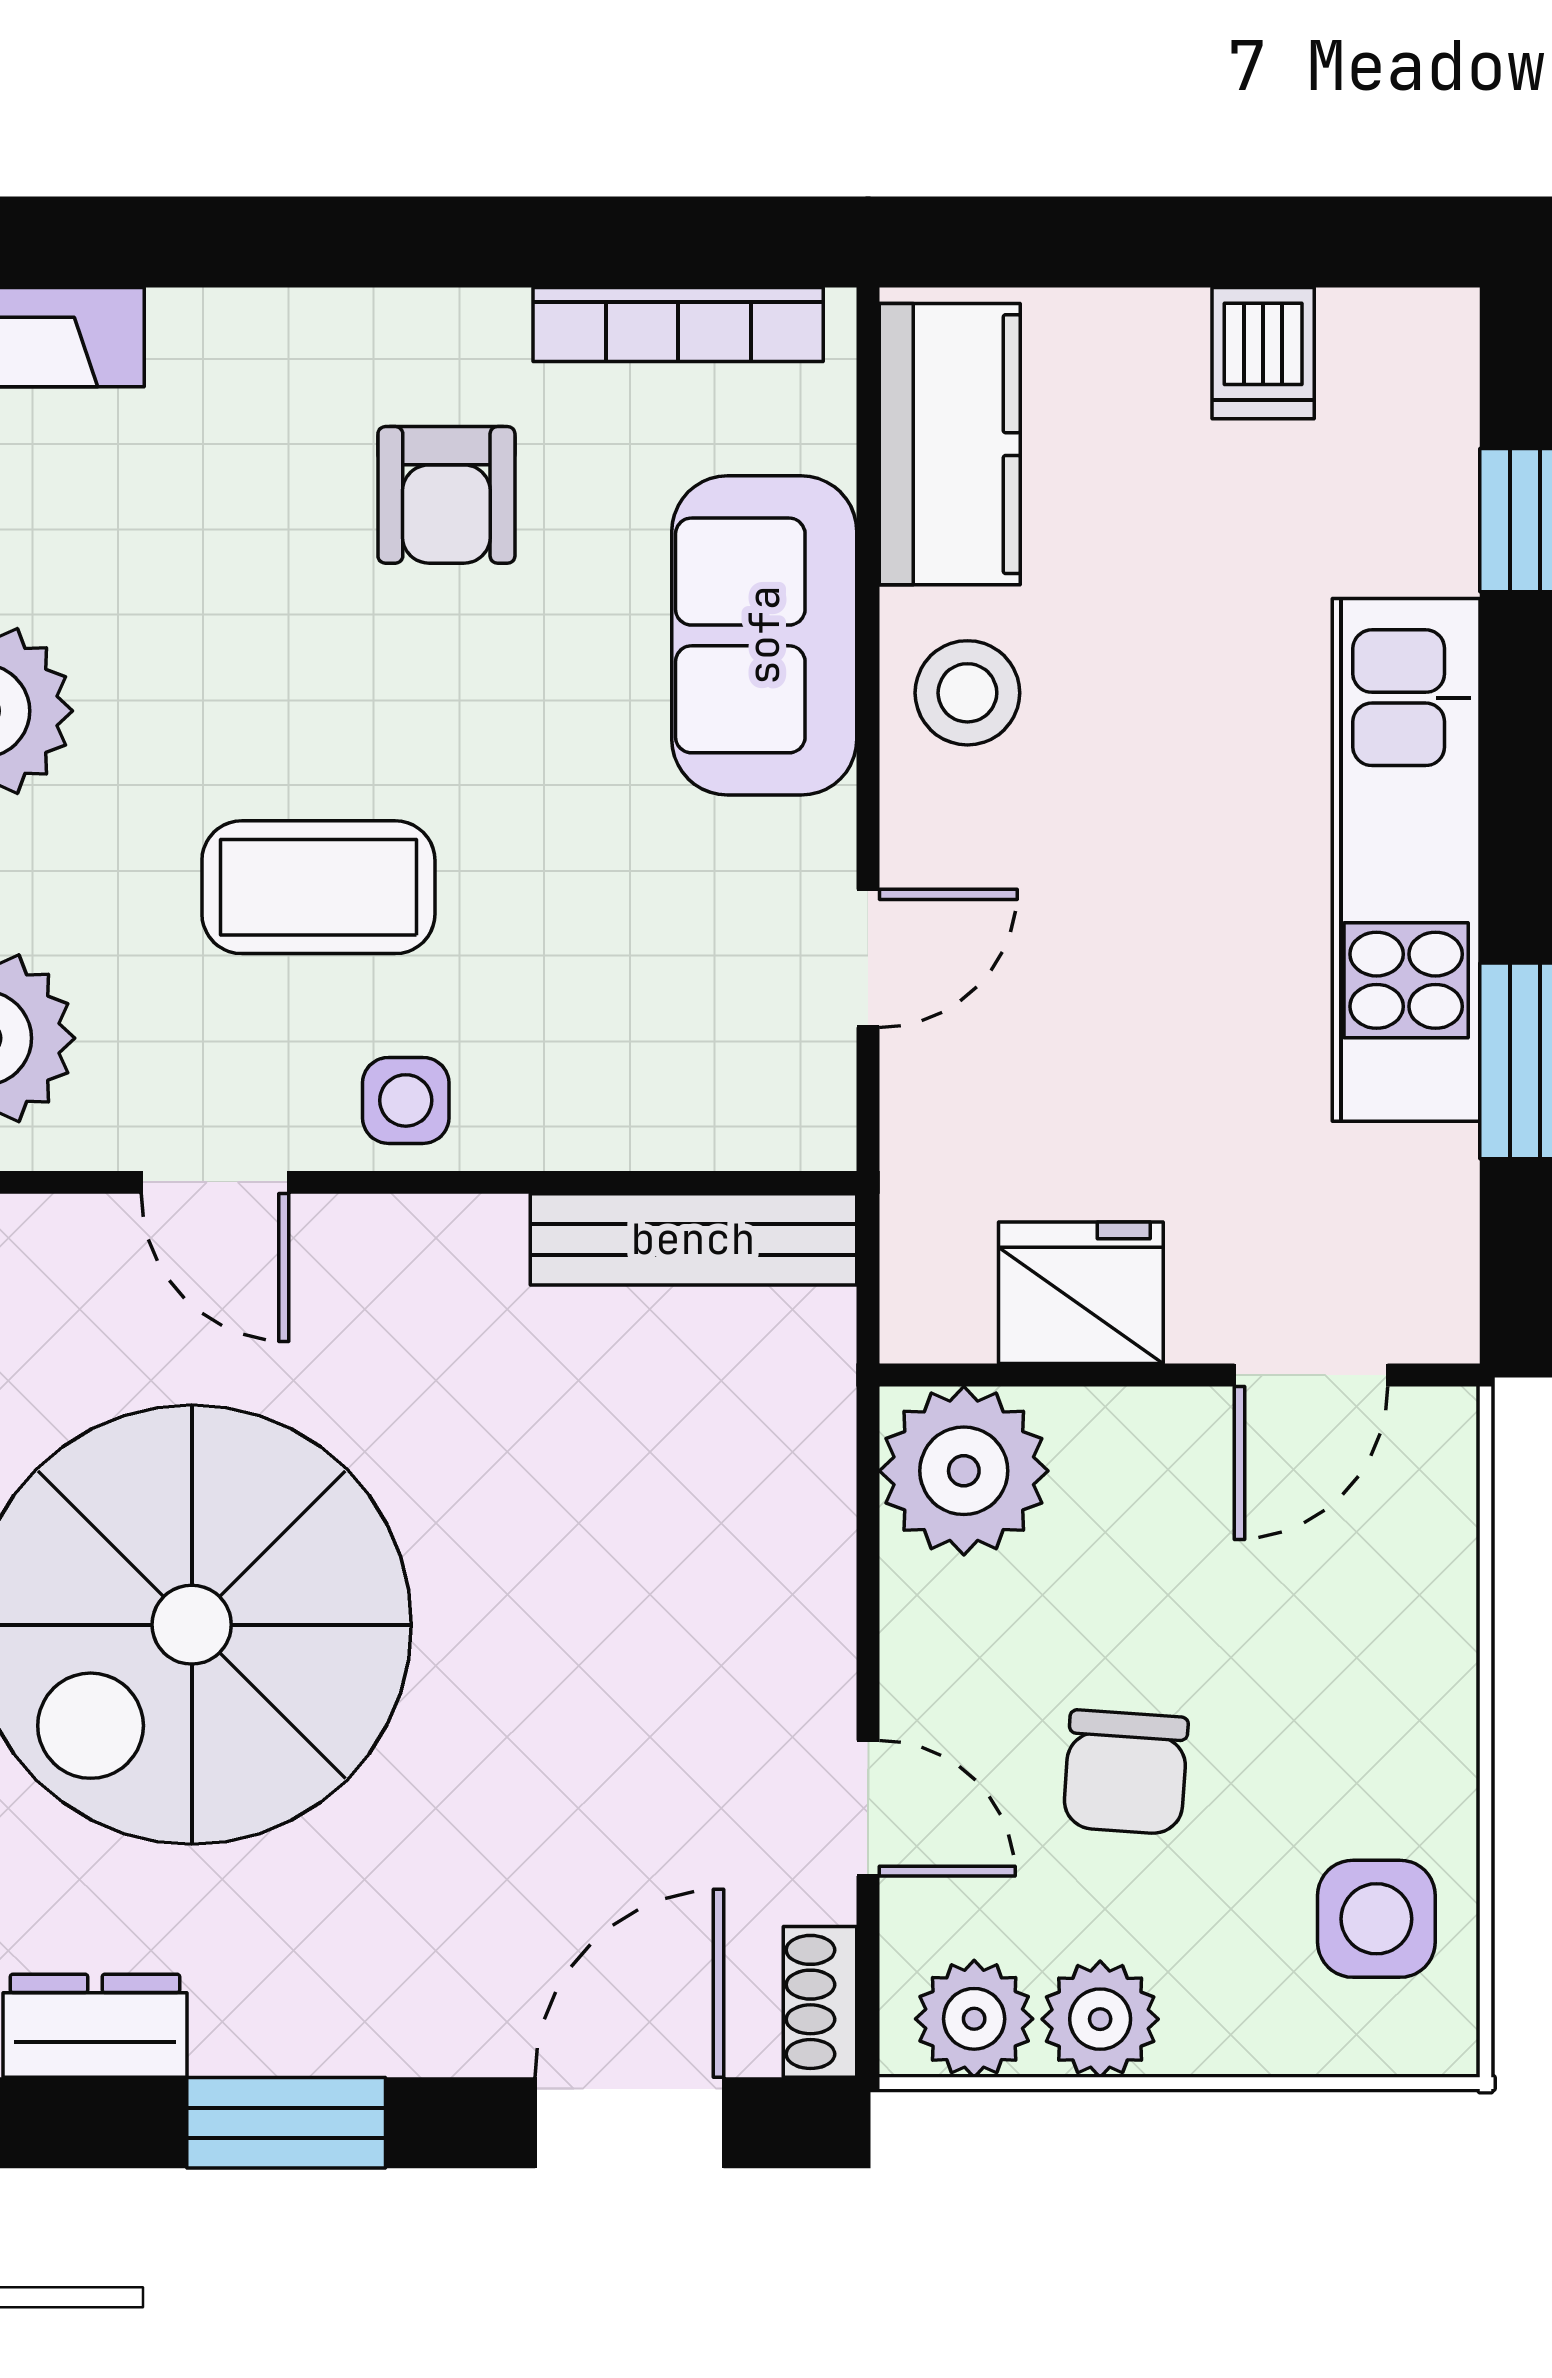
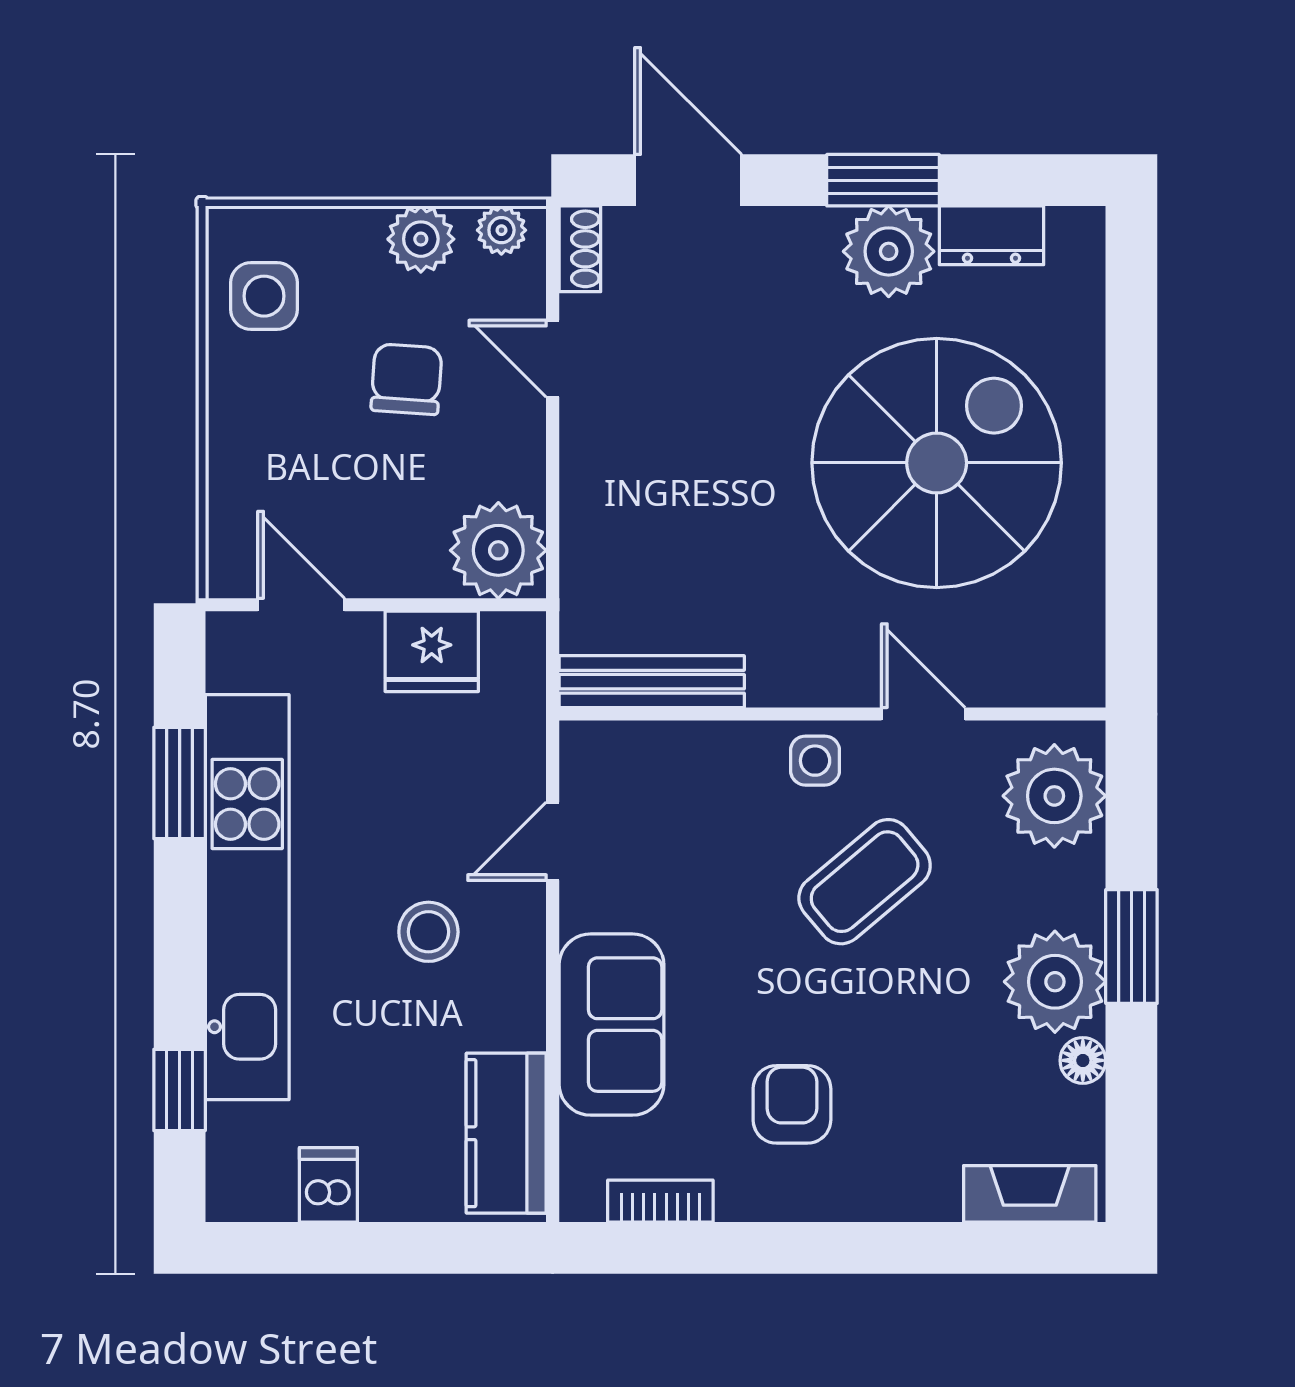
bookcase: (678, 324) -> (660, 1201), width x0.64
stool: (967, 693) -> (428, 932), moved
kitchen unit: (1406, 860) -> (247, 897), width x1.36
coffee table: (318, 887) -> (865, 882), turned -40
door: (1311, 1375) -> (301, 605), hinge flipped
plant: (276, 1997) -> (889, 251), added
plant: (974, 2019) -> (501, 230), width x0.73, depth x0.73
door: (629, 2123) -> (688, 180), swing flipped

